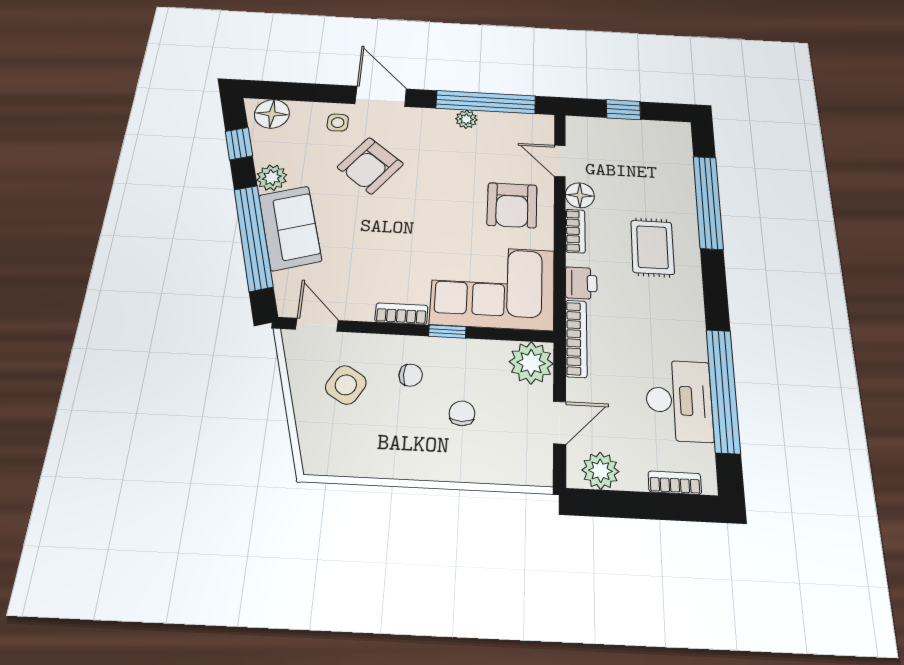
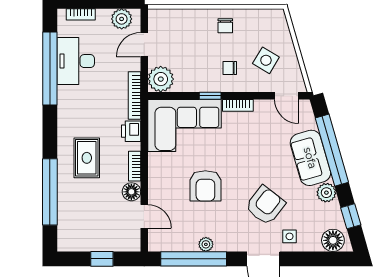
armchair: (512, 205) -> (205, 186), moved, turned 180
chair: (462, 413) -> (225, 26), moved

